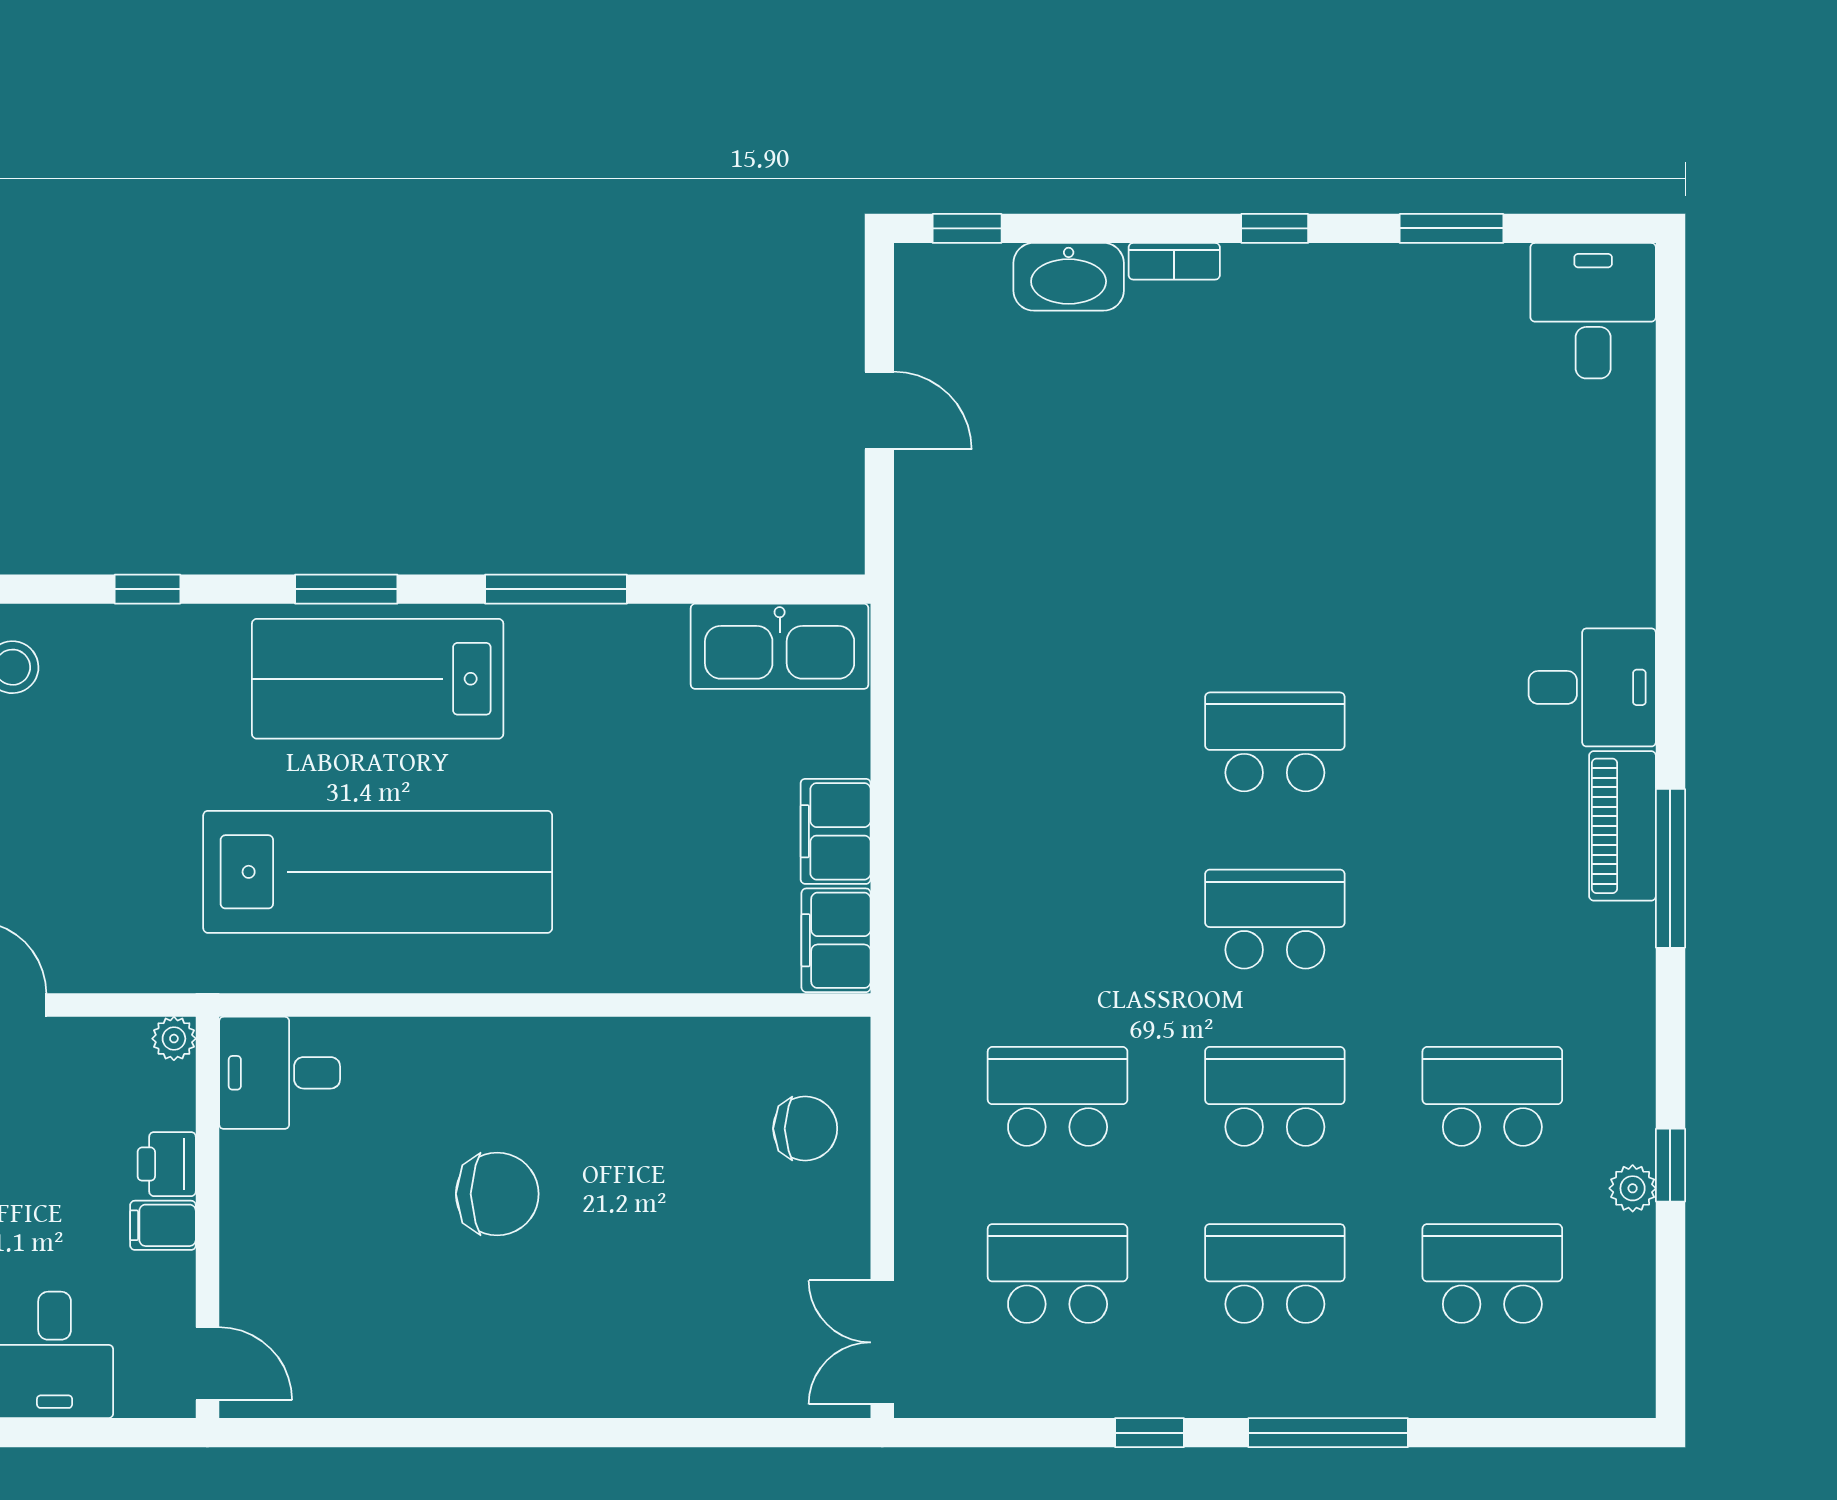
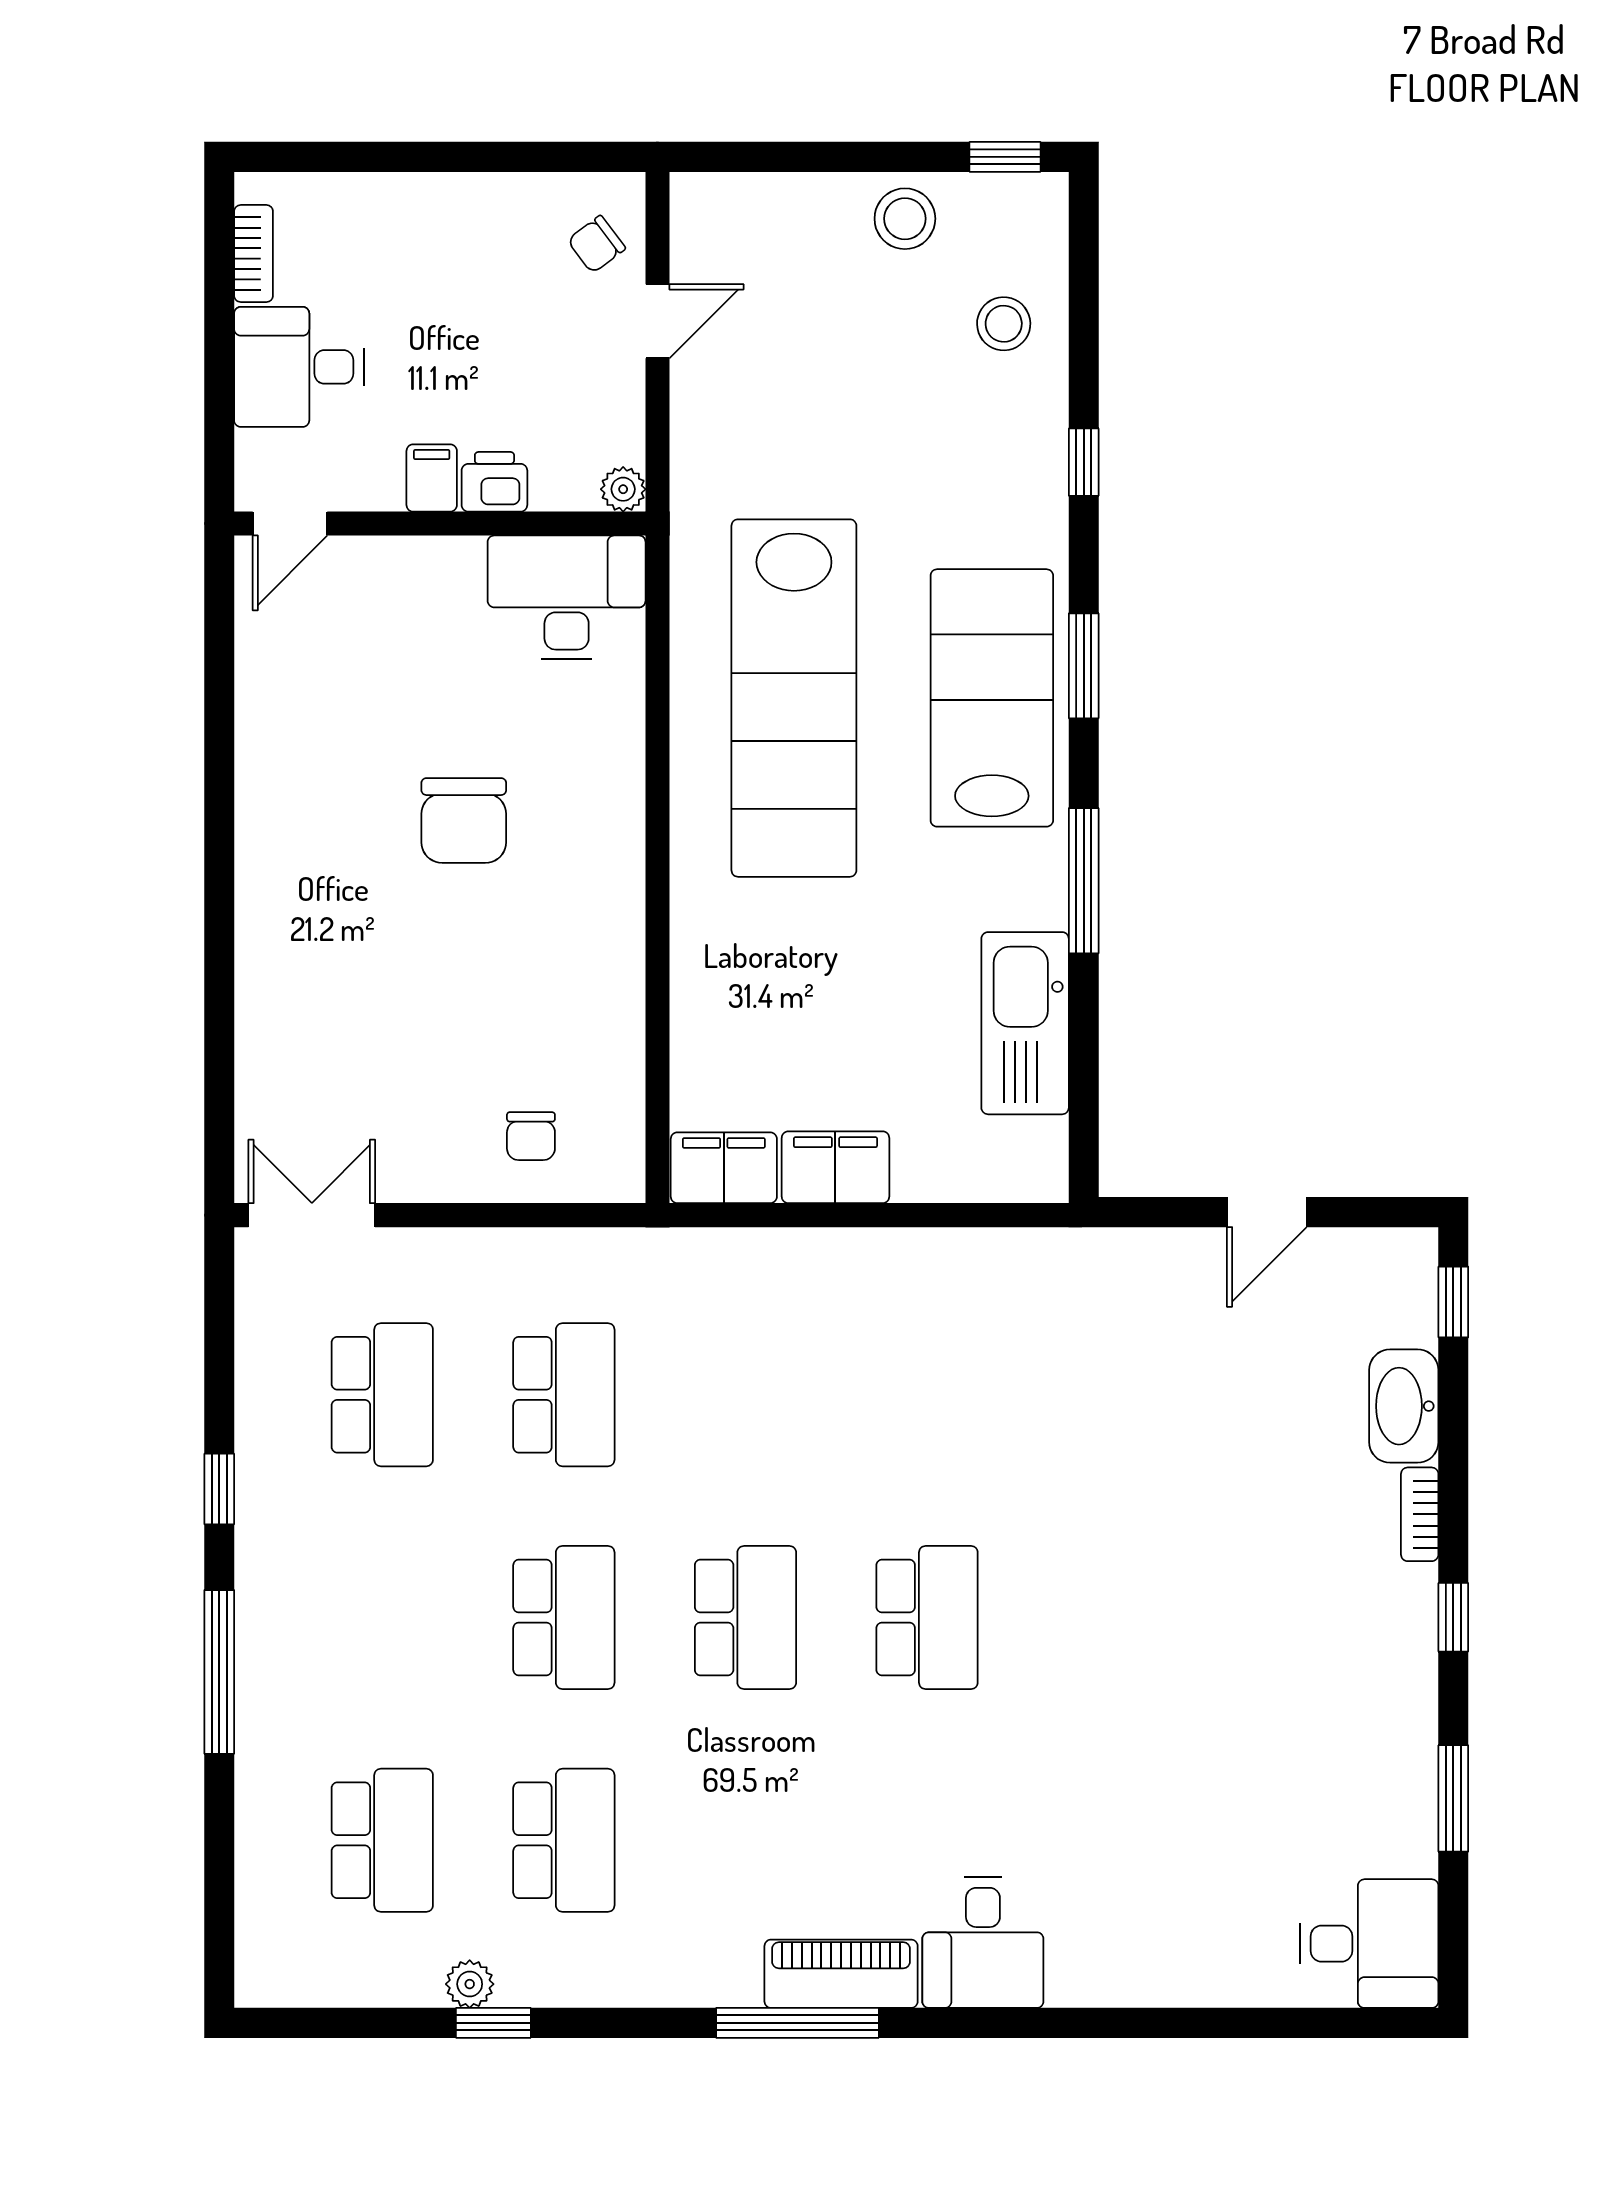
kitchen sink: (780, 646) -> (1025, 1023), moved
desk: (280, 1073) -> (567, 597), width x1.37
chair: (805, 1129) -> (531, 1136), width x0.73, depth x0.73
school desk: (1275, 1274) -> (382, 1618), removed

